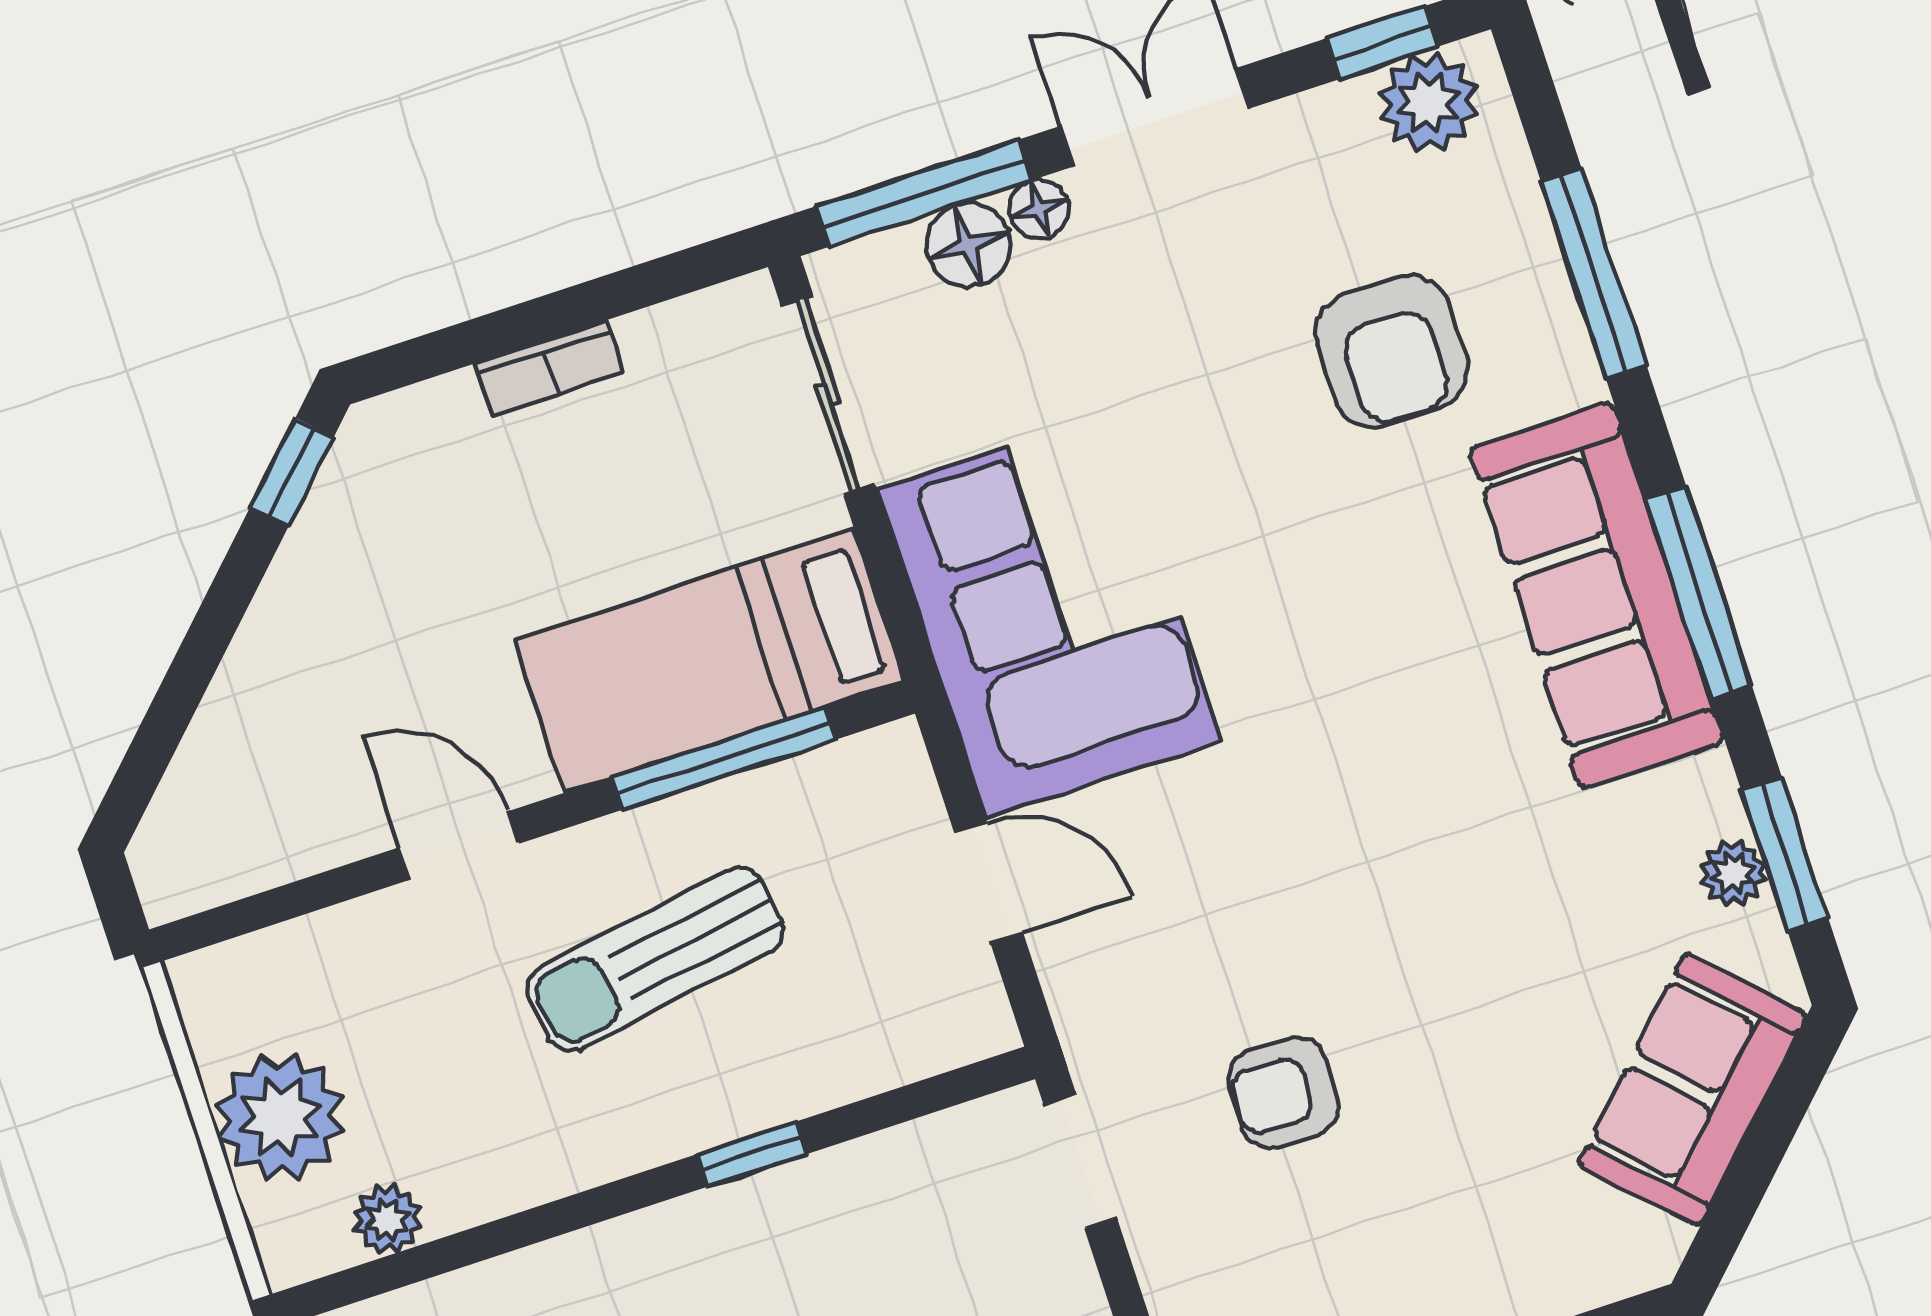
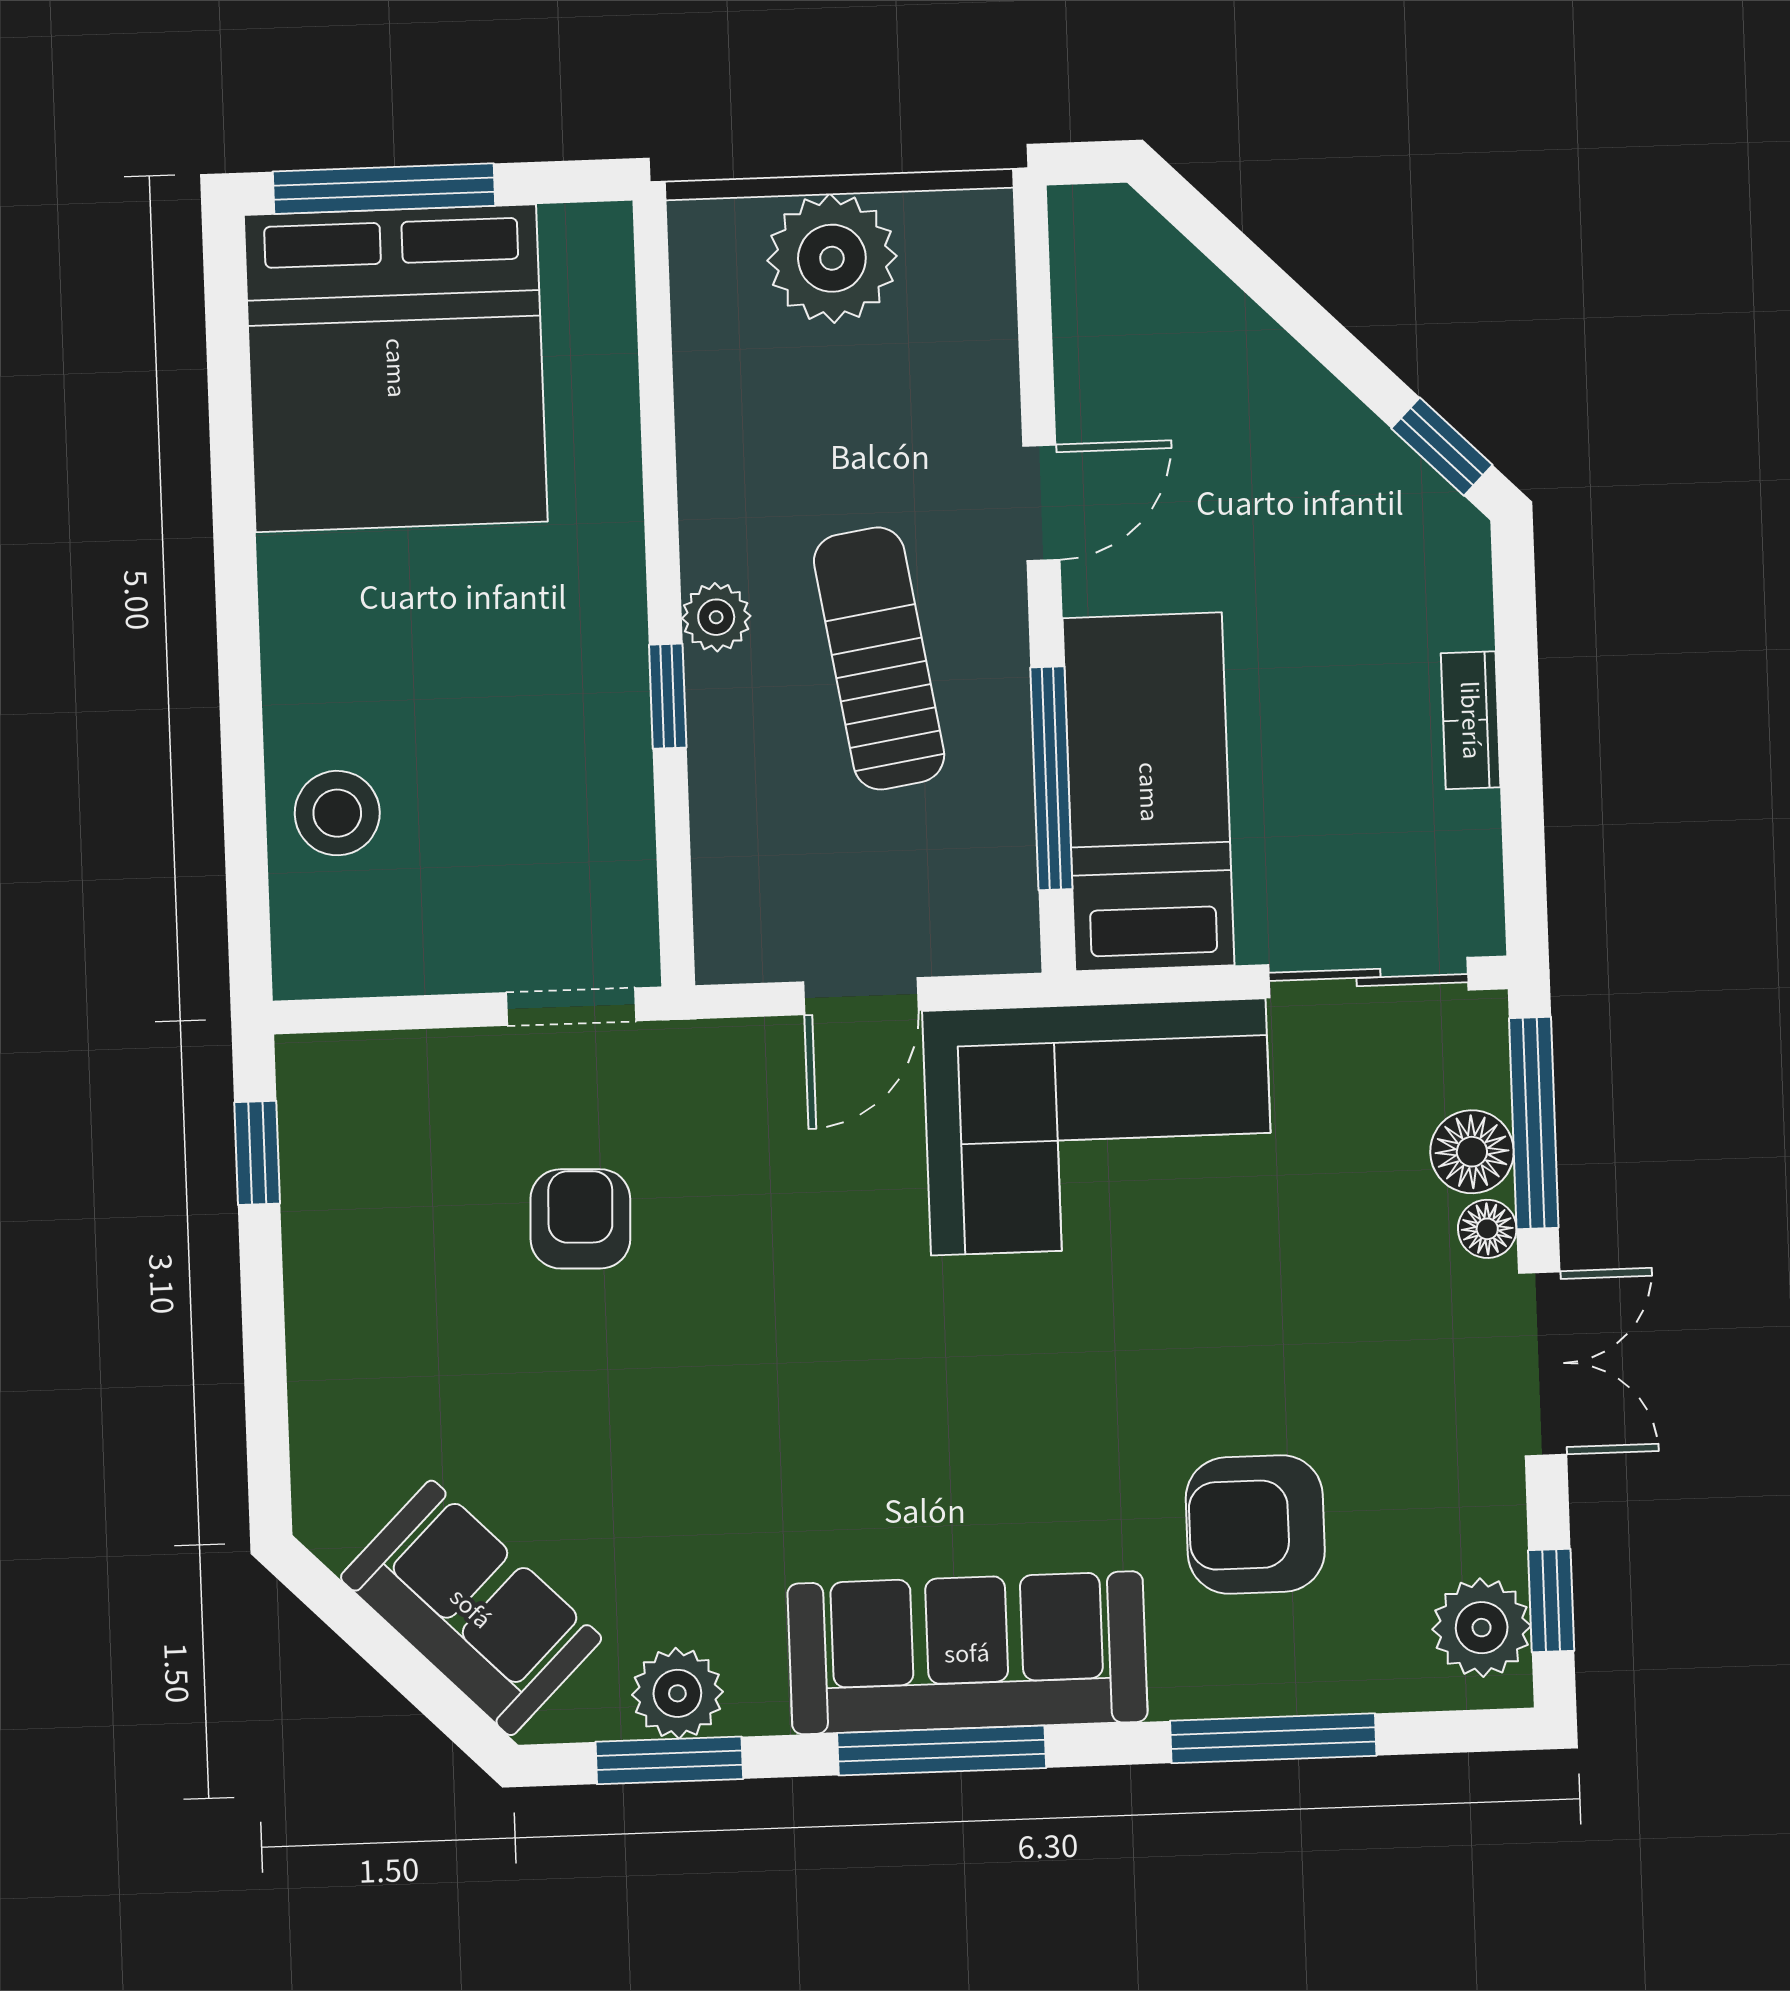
plant: (1733, 873) -> (677, 1693), width x1.38, depth x1.38
plant: (387, 1219) -> (716, 617), moved

